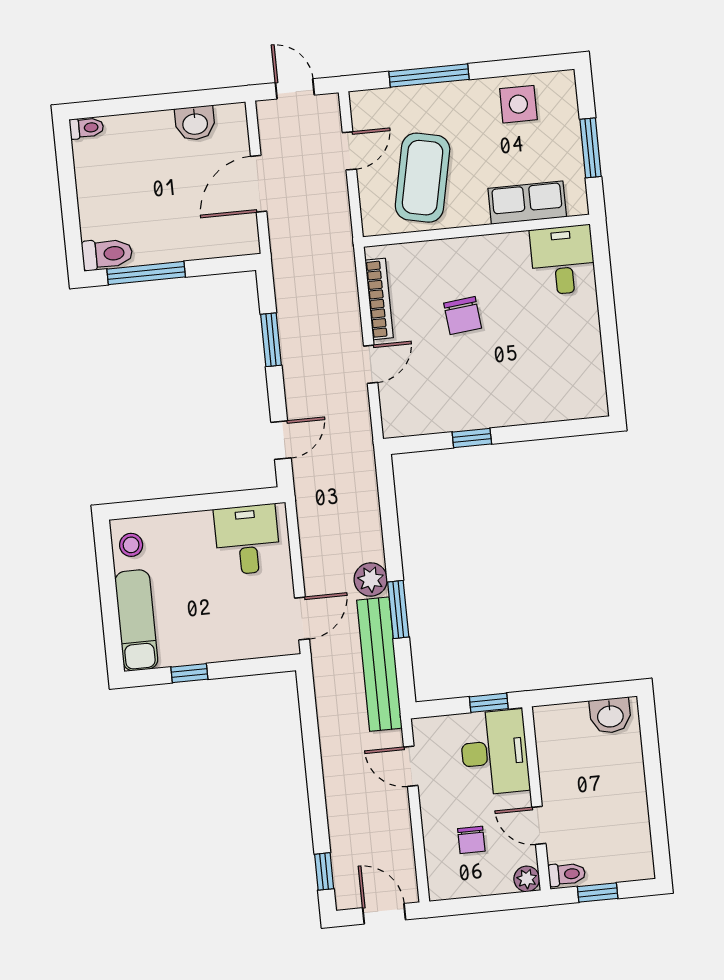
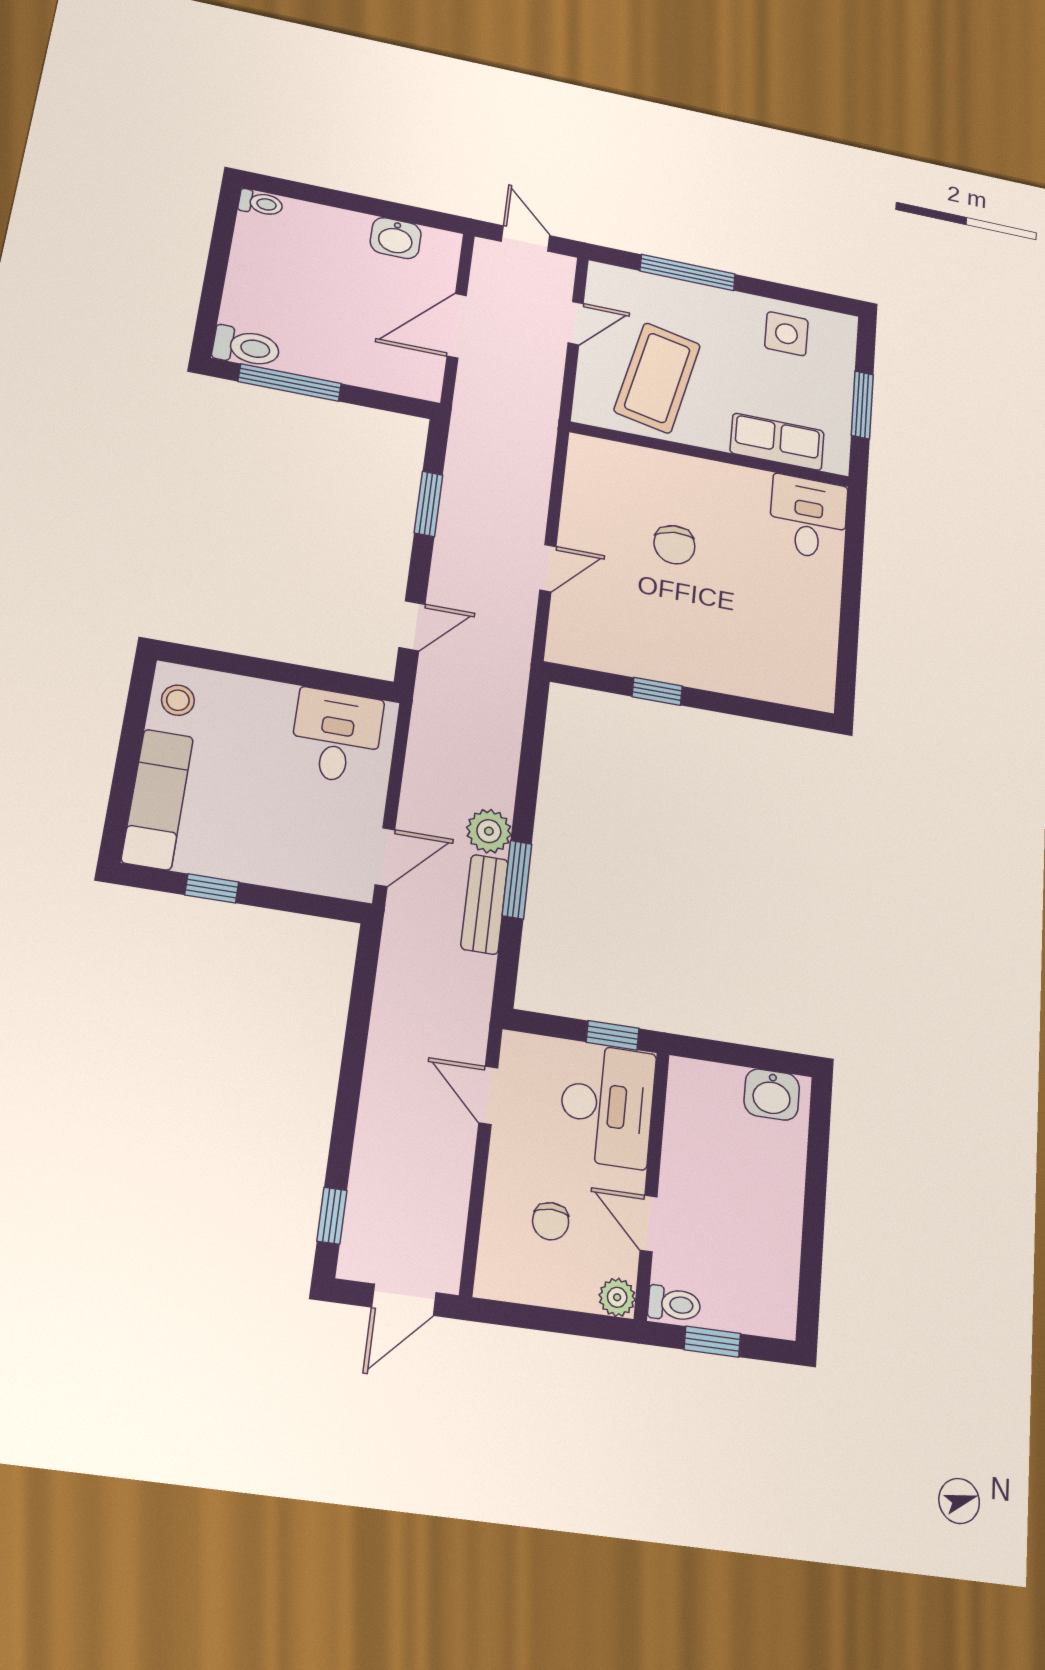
bookcase: (379, 299) -> (575, 496), removed
bench: (379, 664) -> (485, 904), width x0.54, depth x0.82
door: (384, 914) -> (404, 1300), swing flipped

